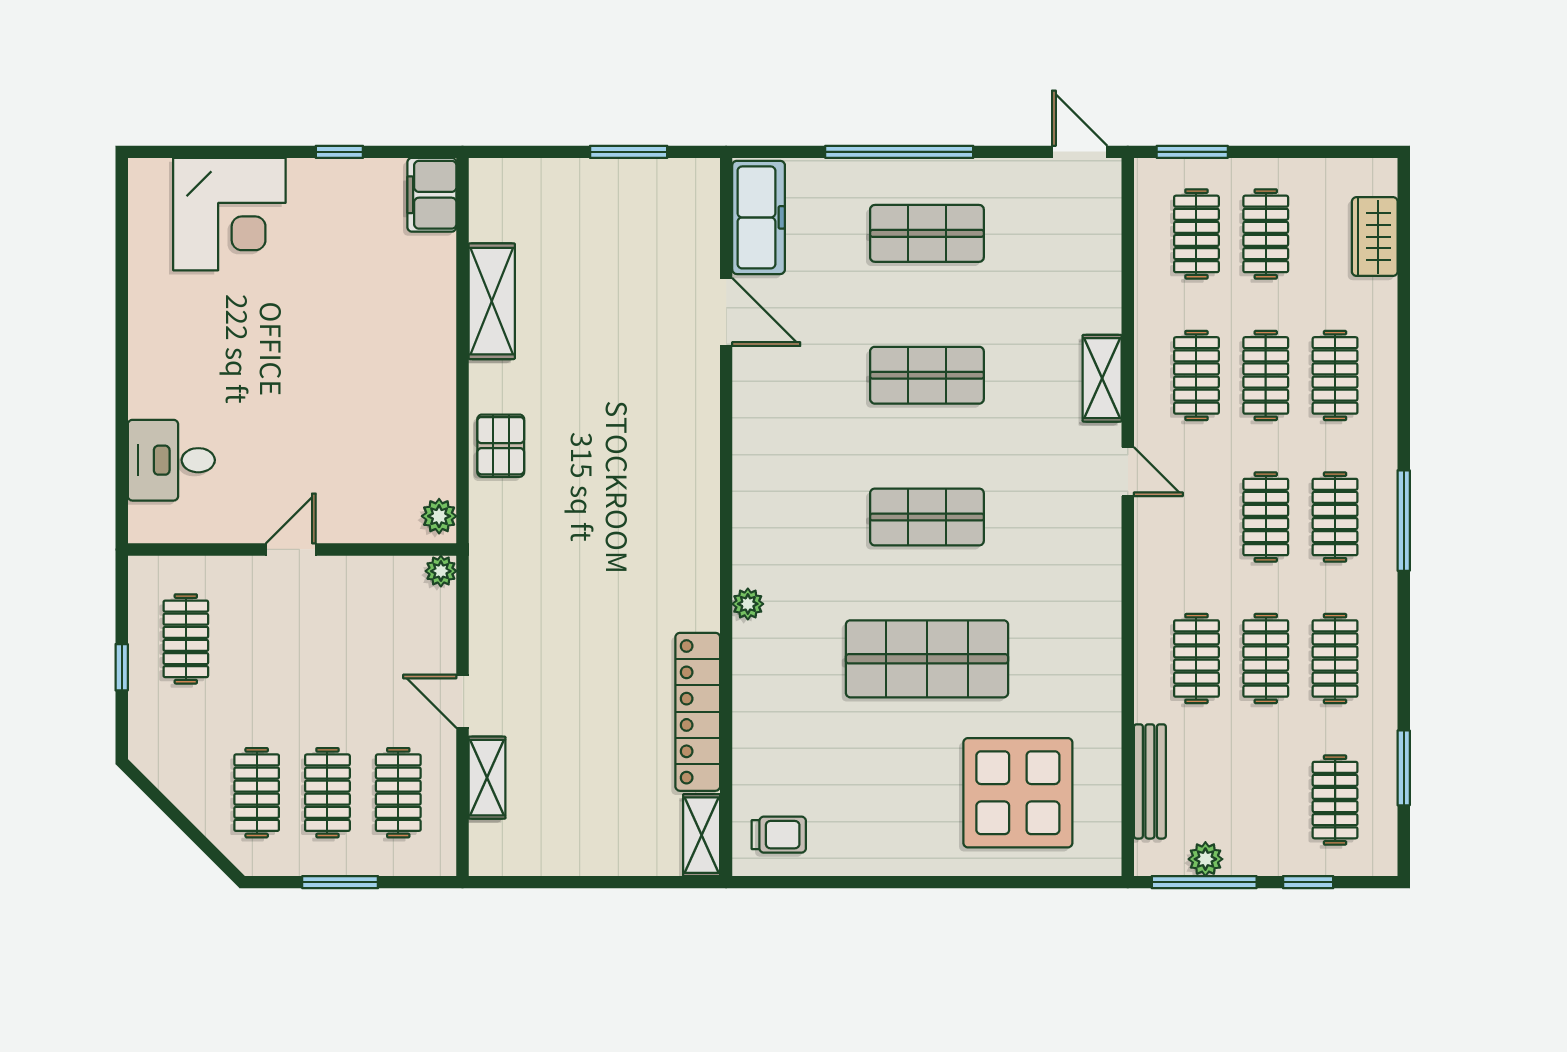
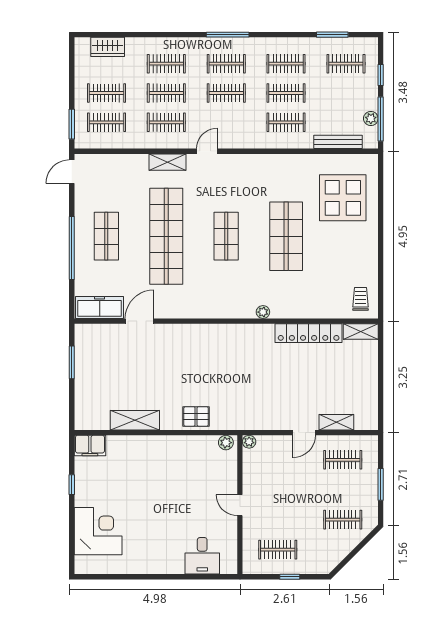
shop shelf: (927, 375) -> (166, 236), width x2.00, depth x1.36
clothes rail: (327, 793) -> (343, 490), removed

